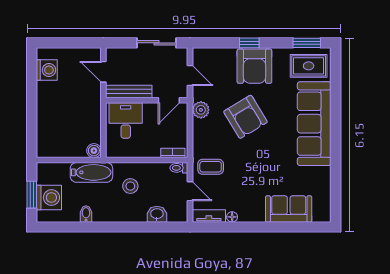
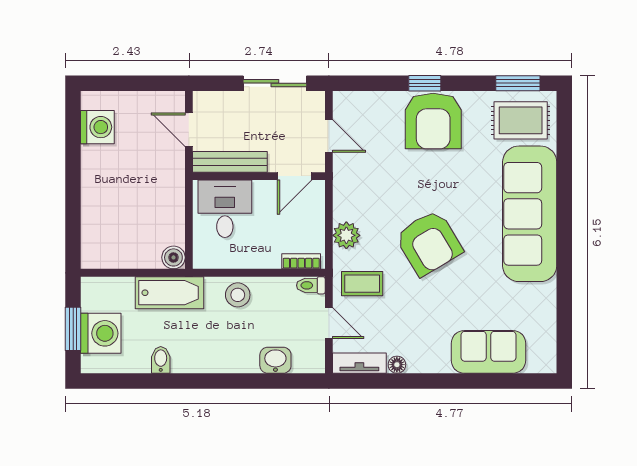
plant: (201, 110) -> (346, 235), moved
armchair: (246, 117) -> (429, 243), moved
stool: (130, 186) -> (238, 295), moved

